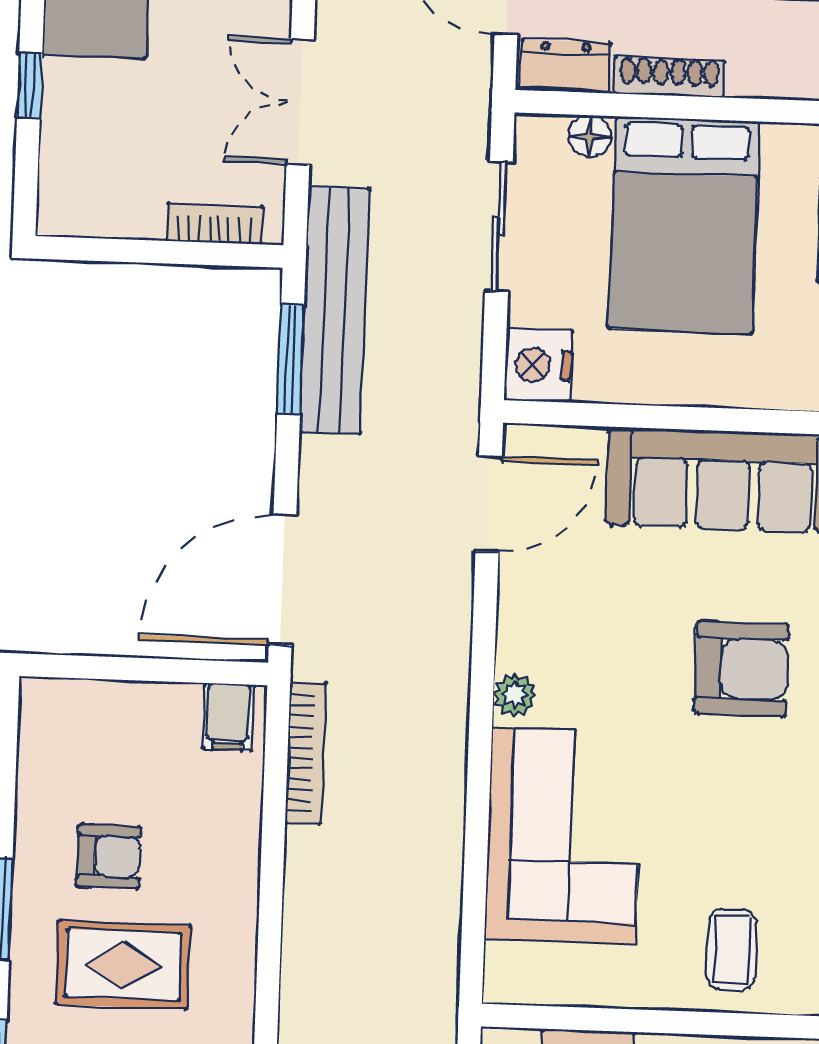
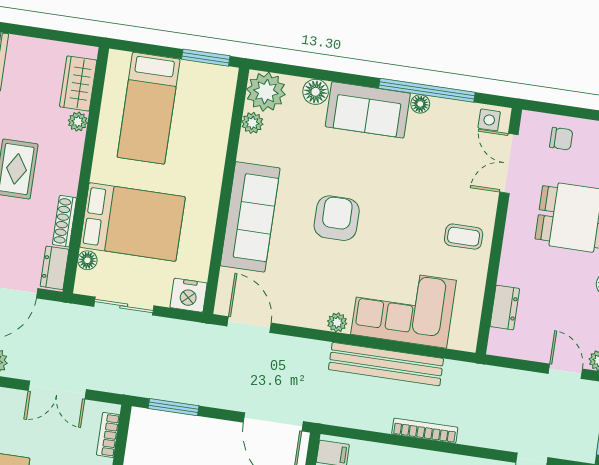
bench: (334, 310) -> (386, 364), moved
bookcase: (306, 753) -> (425, 431), moved

